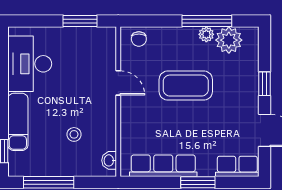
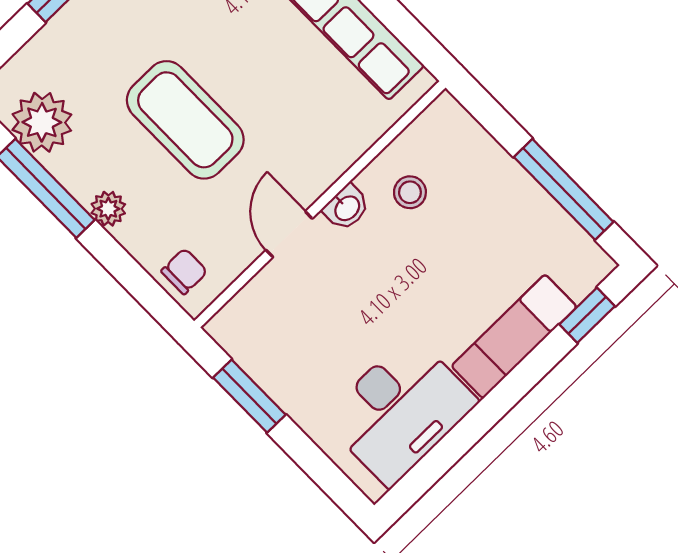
plant: (206, 34) -> (108, 209), moved
stool: (74, 134) -> (410, 192), moved
washbasin: (109, 160) -> (347, 208), moved

